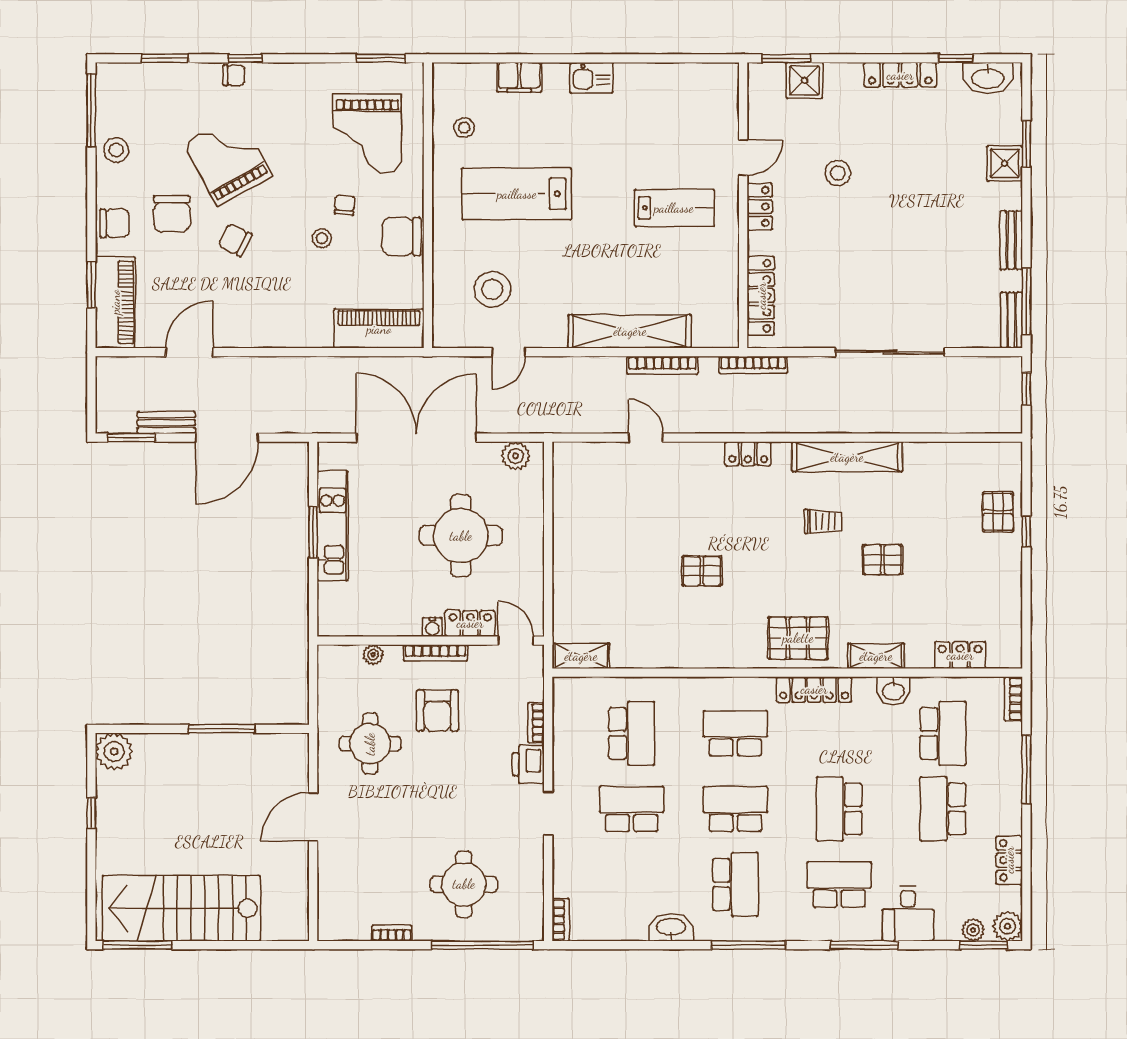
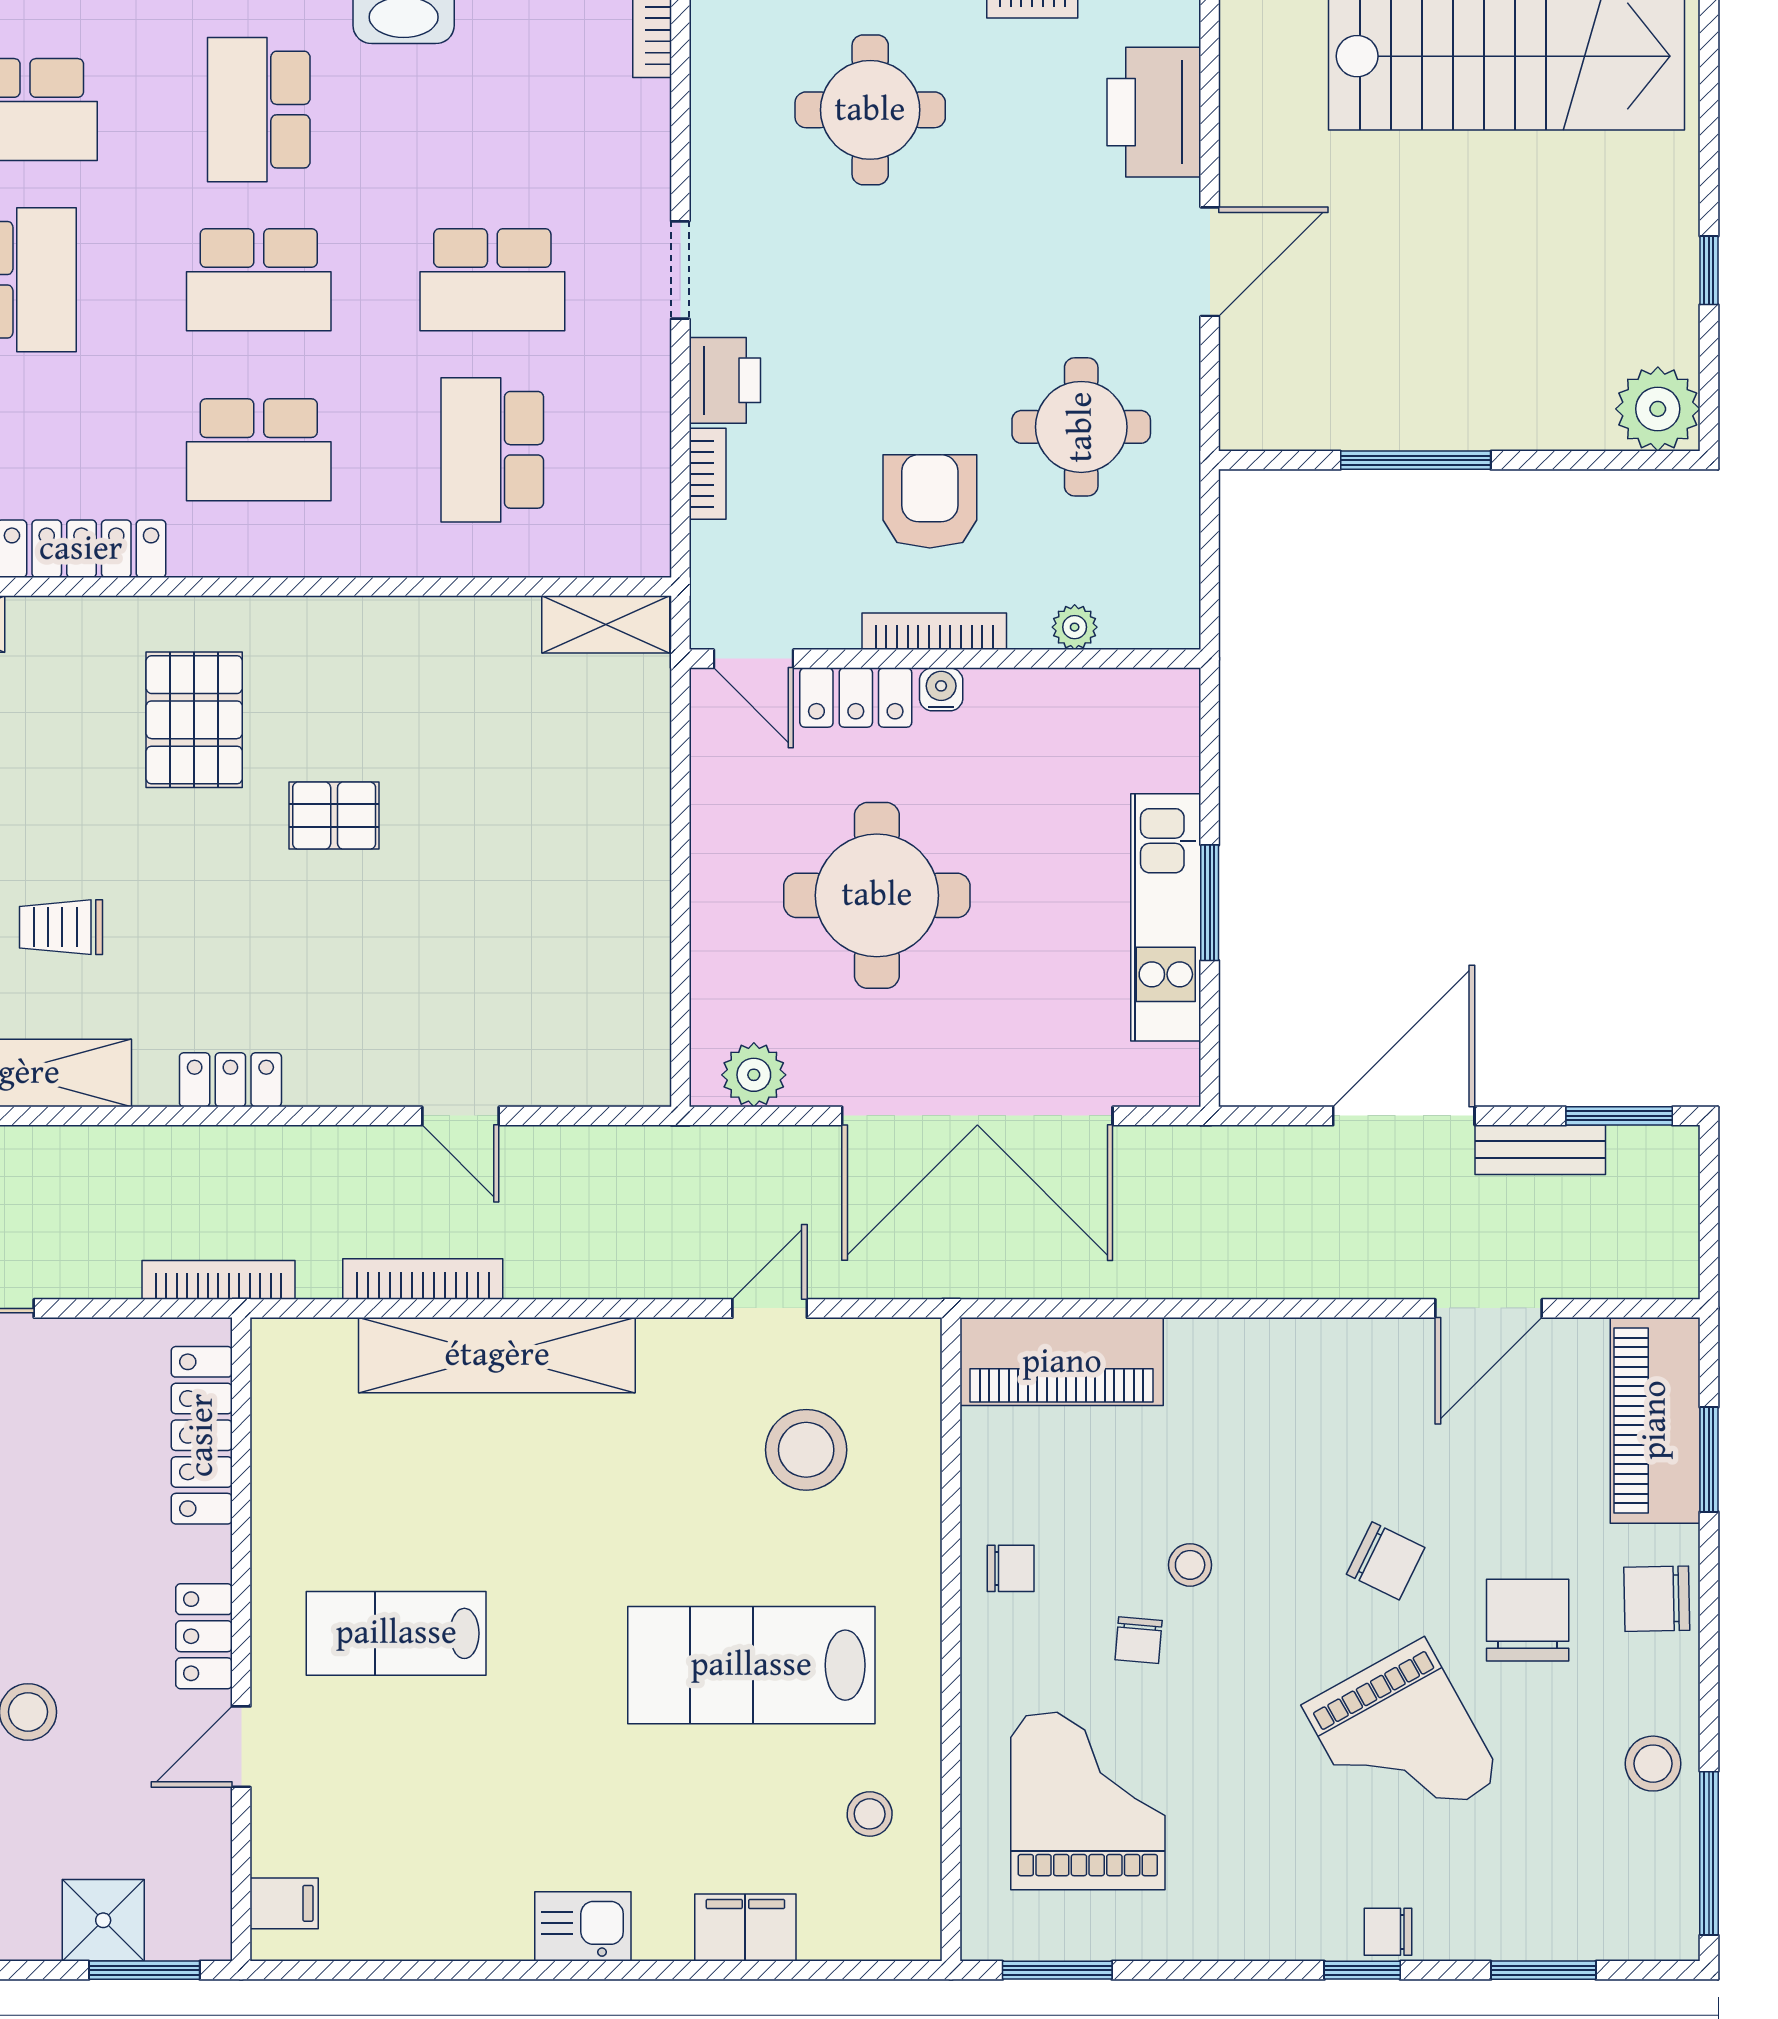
filing cabinet: (724, 88) -> (284, 1903), added
lab bench: (517, 194) -> (751, 1665), turned 180
chair: (401, 237) -> (1011, 1568), width x0.54, depth x0.54
pallet: (798, 638) -> (194, 720), moved, turned 90
printer: (338, 883) -> (1154, 112), added

